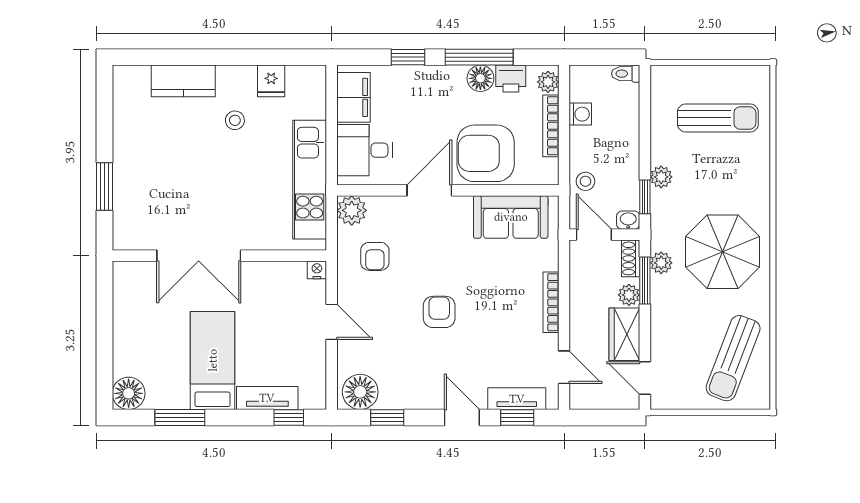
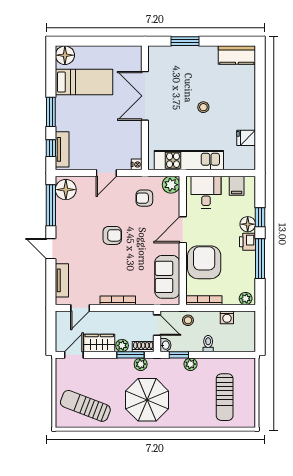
toilet: (626, 74) -> (208, 344), moved
floor lamp: (480, 78) -> (248, 224), moved
printer: (511, 79) -> (248, 242), moved
kitchen counter: (183, 81) -> (237, 55), moved, turned -90
filing cabinet: (353, 97) -> (237, 186), width x0.50
stool: (235, 120) -> (203, 107), moved
bookcase: (551, 126) -> (204, 300), moved
door: (429, 190) -> (183, 230), swing flipped
door: (594, 235) -> (157, 325), hinge flipped
bed: (213, 360) -> (84, 82), moved
tv unit: (267, 398) -> (62, 149), moved
window: (180, 417) -> (51, 112), moved
window: (387, 417) -> (51, 205), width x2.17
door: (462, 417) -> (51, 249), swing flipped
window: (517, 417) -> (51, 281), removed

